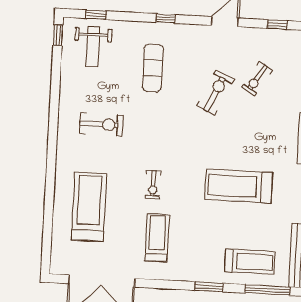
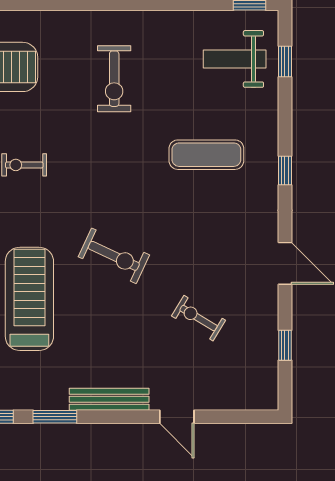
exercise bike: (215, 93) -> (114, 256), moved

